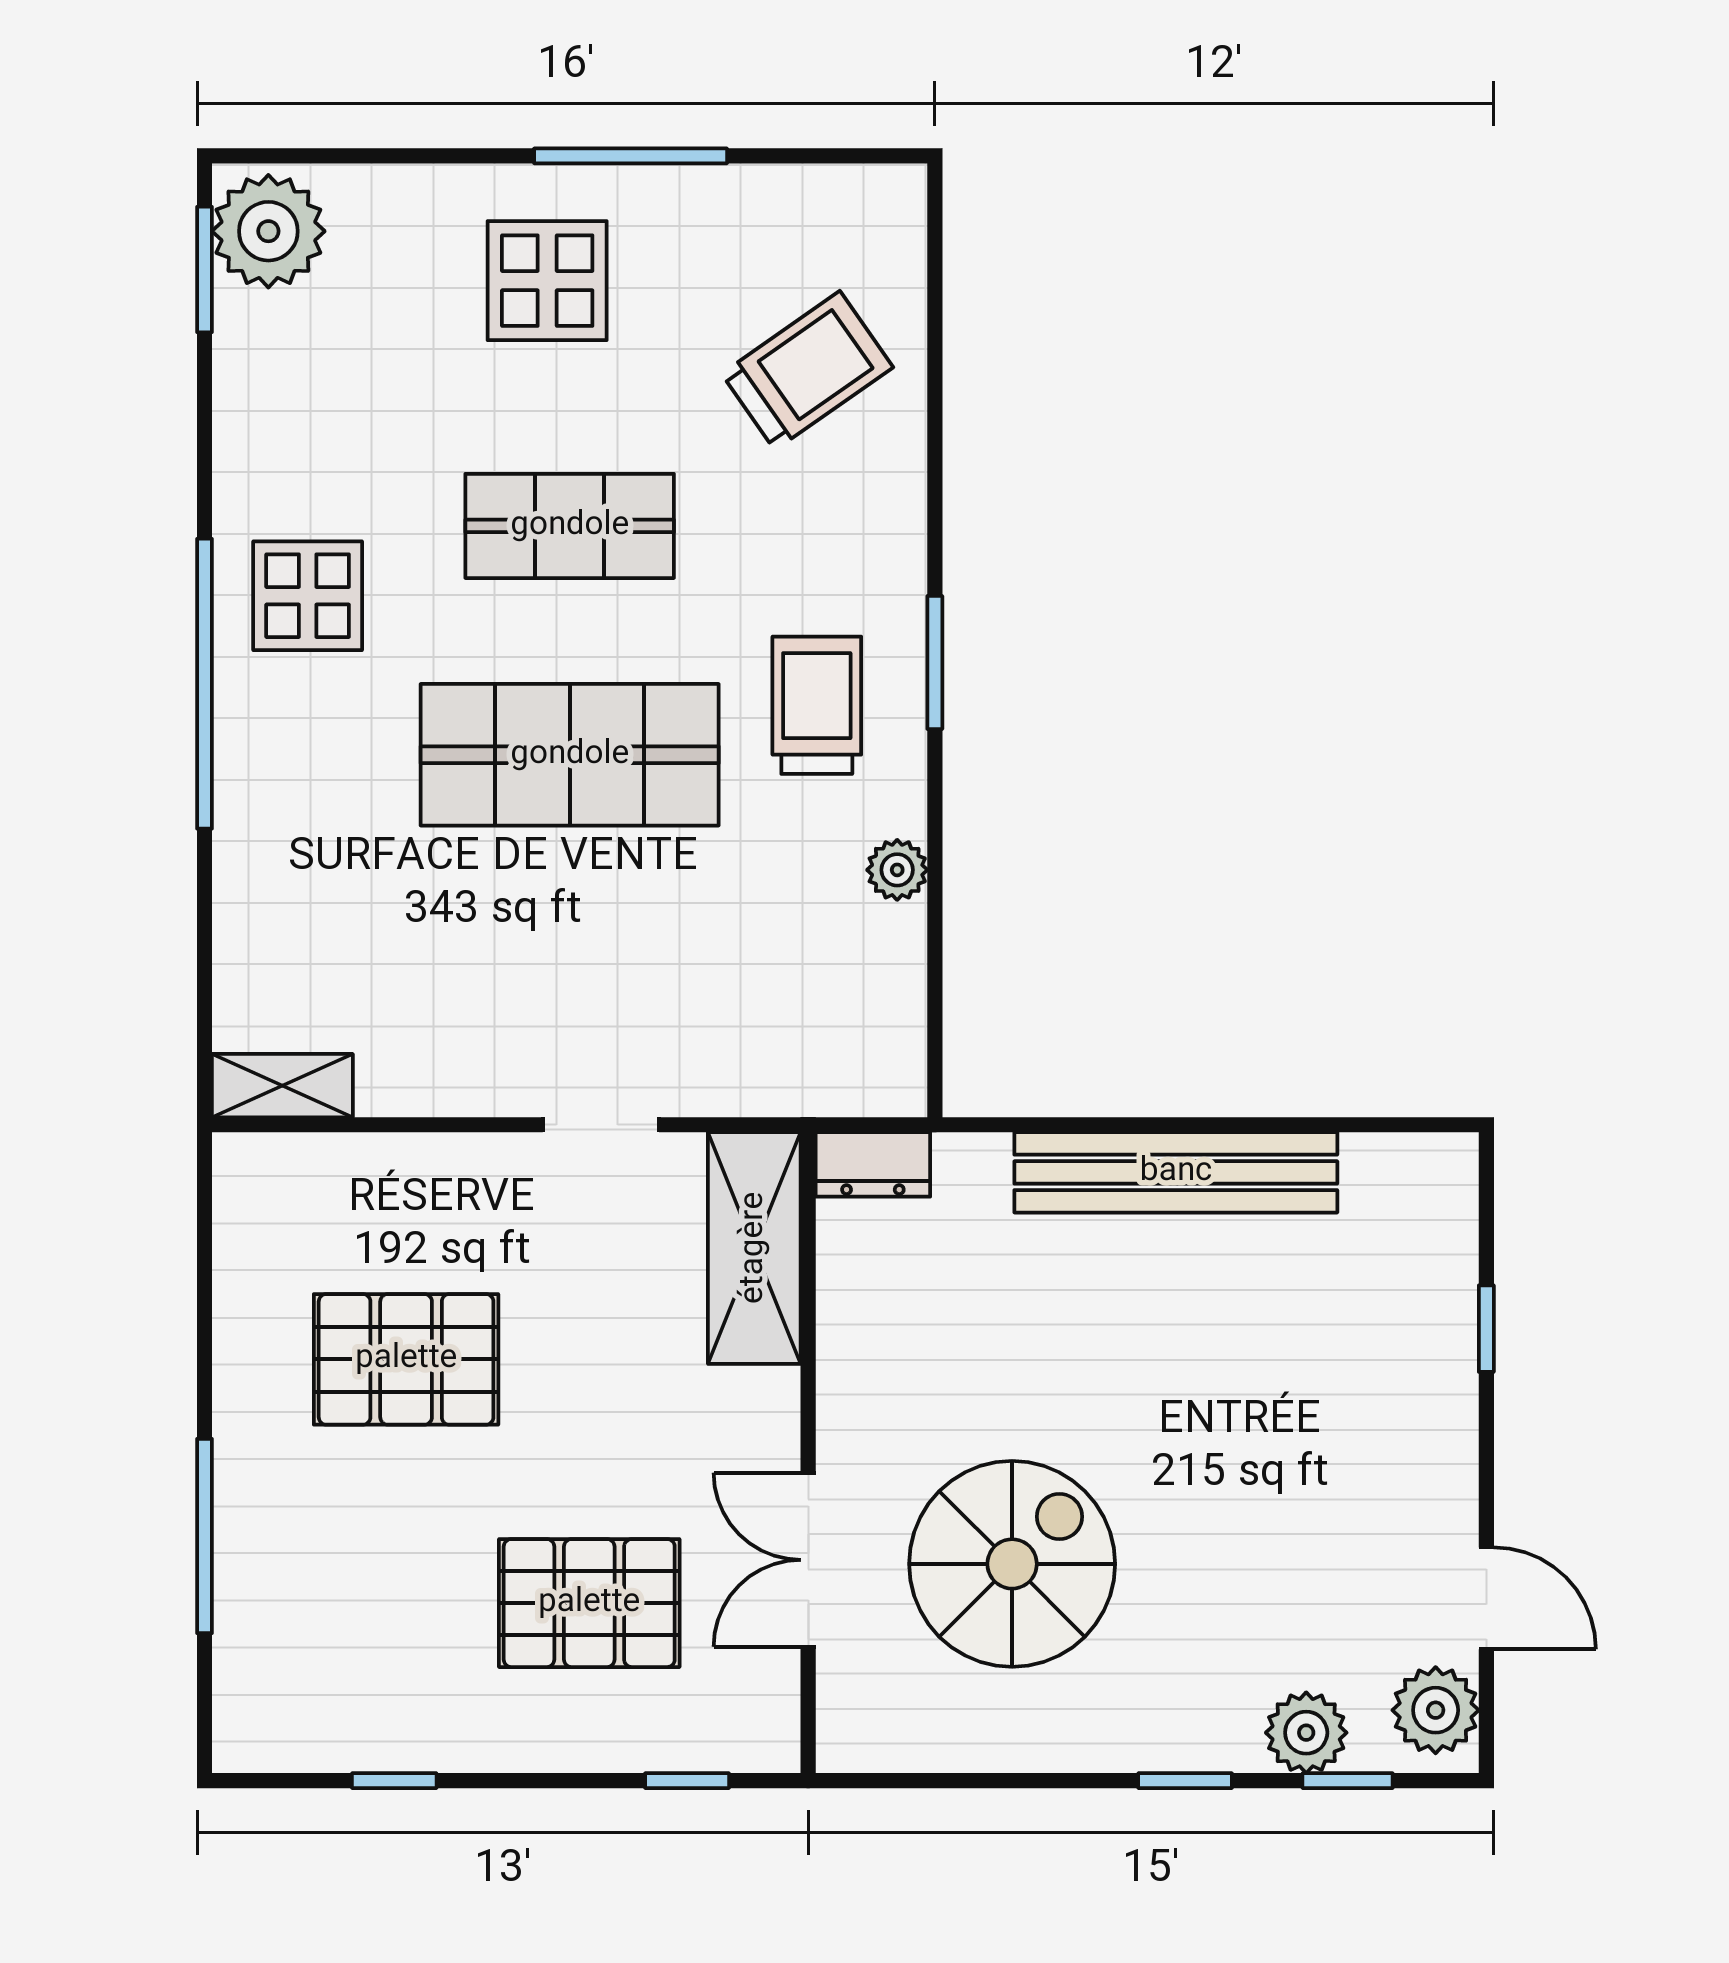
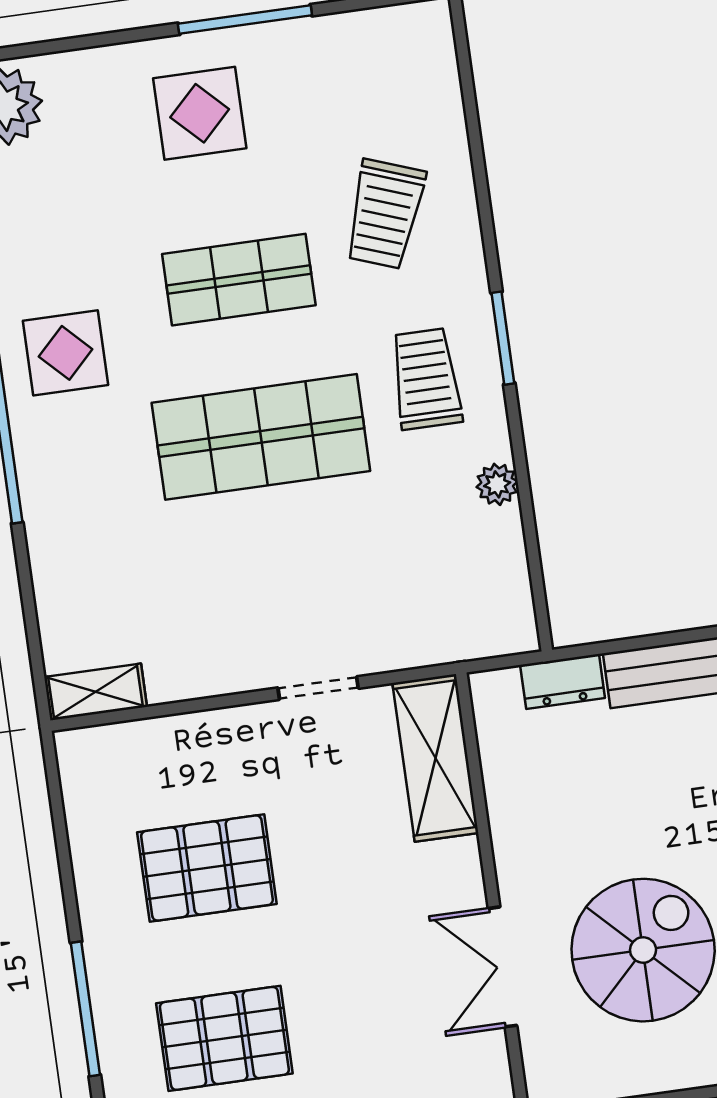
trolley: (807, 370) -> (385, 214), moved, turned 145
dresser: (873, 1164) -> (563, 681), moved
pallet: (589, 1603) -> (224, 1038), moved

